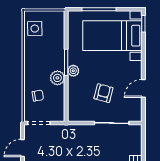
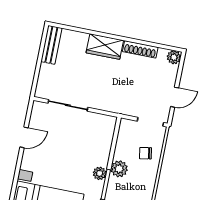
armchair: (103, 93) -> (70, 141), removed

